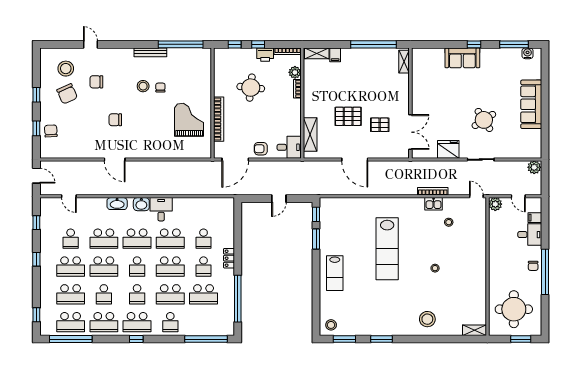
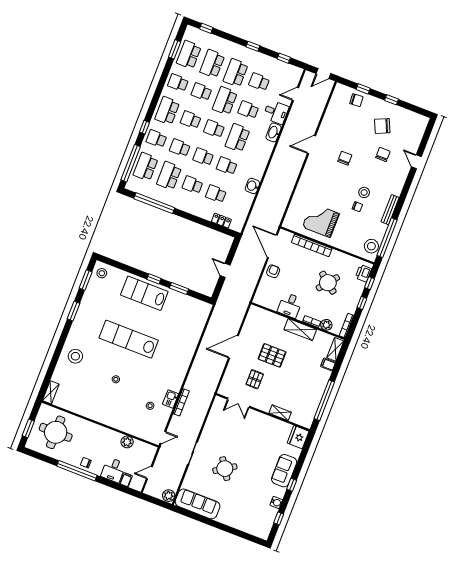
door: (90, 44) -> (416, 162), swing flipped
window: (514, 44) -> (279, 519), width x0.46
water cooler: (528, 53) -> (276, 502), moved
printer: (265, 55) -> (363, 273), moved
shelving: (404, 62) -> (280, 413), moved
stool: (66, 69) -> (371, 246), moved
round table: (251, 88) -> (328, 283), turned 33
sofa: (531, 104) -> (198, 504), moved
pallet: (348, 116) -> (272, 355), turned 90
grand piano: (189, 120) -> (321, 220), turned 180
double door: (410, 132) -> (239, 403), width x0.73
shelving: (310, 134) -> (300, 330), moved
desk: (289, 147) -> (290, 305), moved
fridge: (448, 149) -> (298, 437), moved, turned 180
washbasin: (141, 204) -> (252, 186), moved
plant: (495, 204) -> (127, 442), moved
desk: (161, 209) -> (276, 112), moved
window: (316, 214) -> (154, 279), moved
school desk: (104, 239) -> (248, 110), width x0.54
school desk: (170, 239) -> (227, 166), width x0.54
lab bench: (387, 249) -> (129, 339), moved
locker: (229, 258) -> (221, 221), moved
school desk: (170, 267) -> (203, 157), width x0.54
lab bench: (335, 273) -> (144, 293), width x1.36, depth x1.39
school desk: (170, 294) -> (180, 148), width x0.54
school desk: (104, 322) -> (178, 83), width x0.54
school desk: (204, 322) -> (146, 167), added
window: (71, 339) -> (175, 49), width x0.47
window: (136, 339) -> (144, 127), moved

